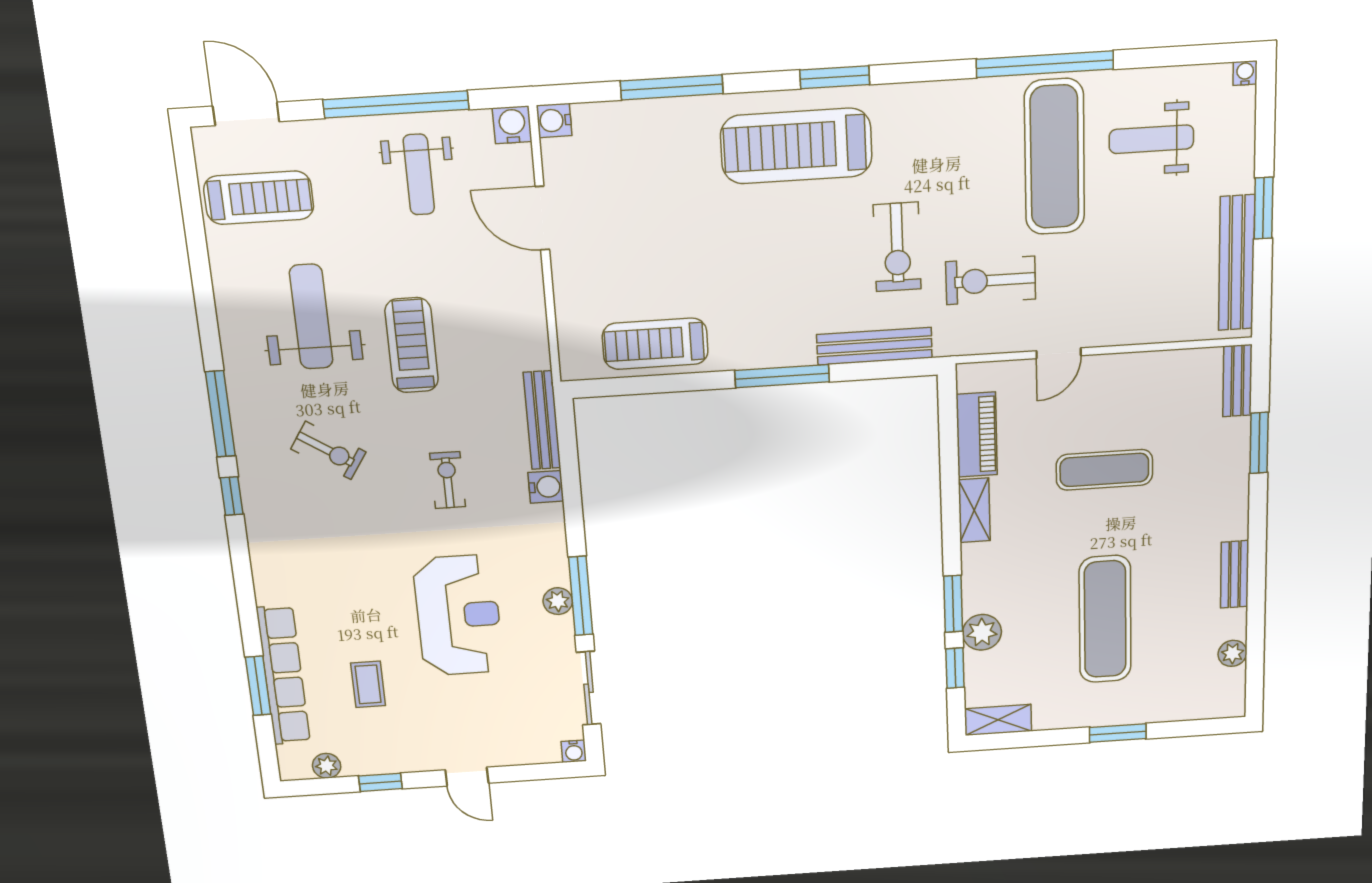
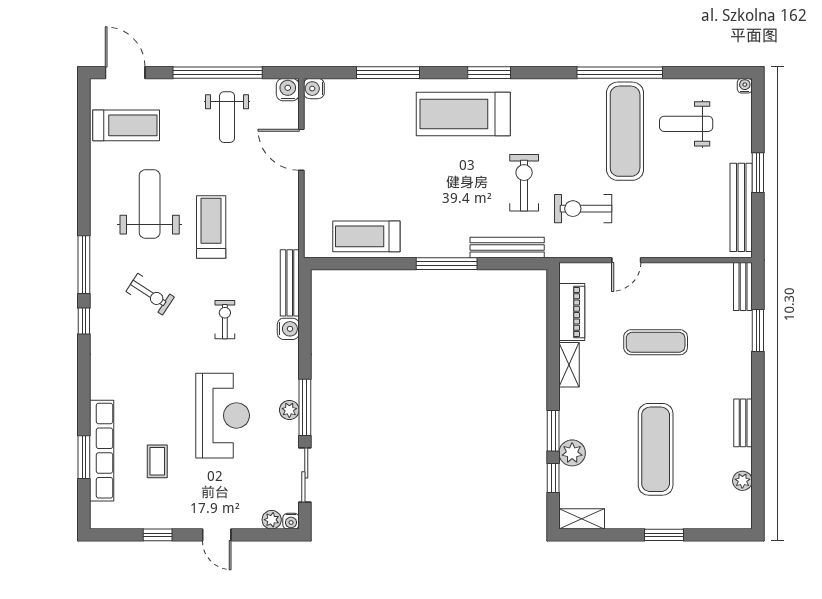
exercise bike: (897, 247) -> (524, 183), turned 180
plant: (327, 766) -> (272, 520), moved

